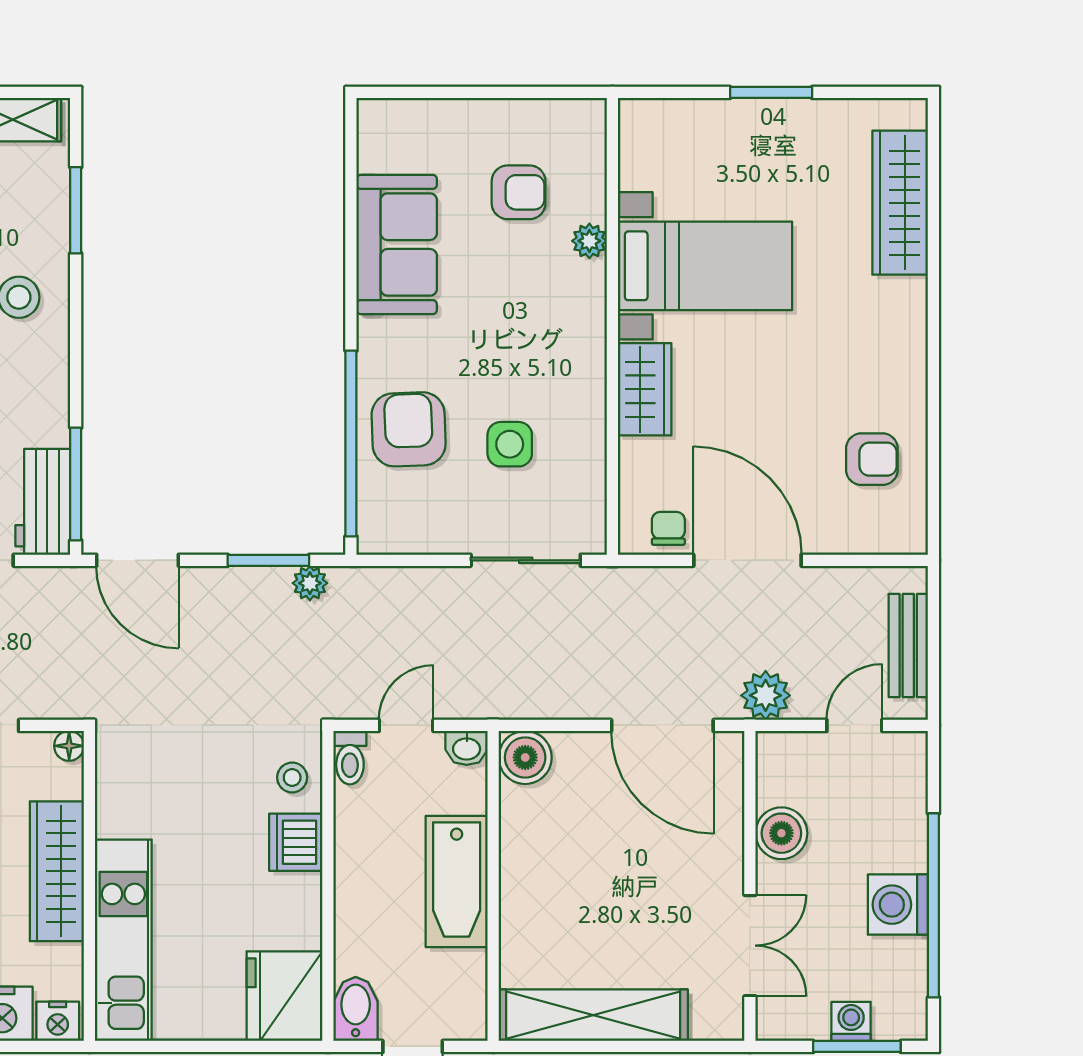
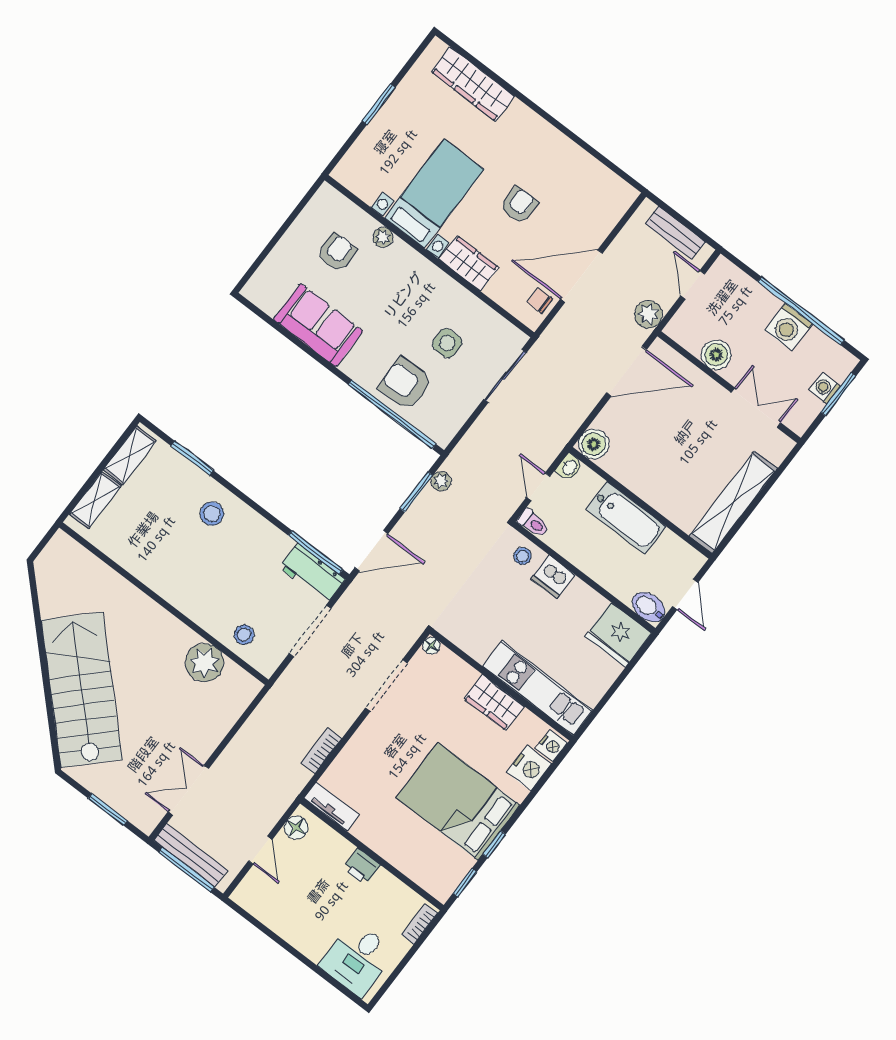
armchair: (872, 459) -> (519, 205), moved
wardrobe: (57, 871) -> (494, 702), width x0.67

